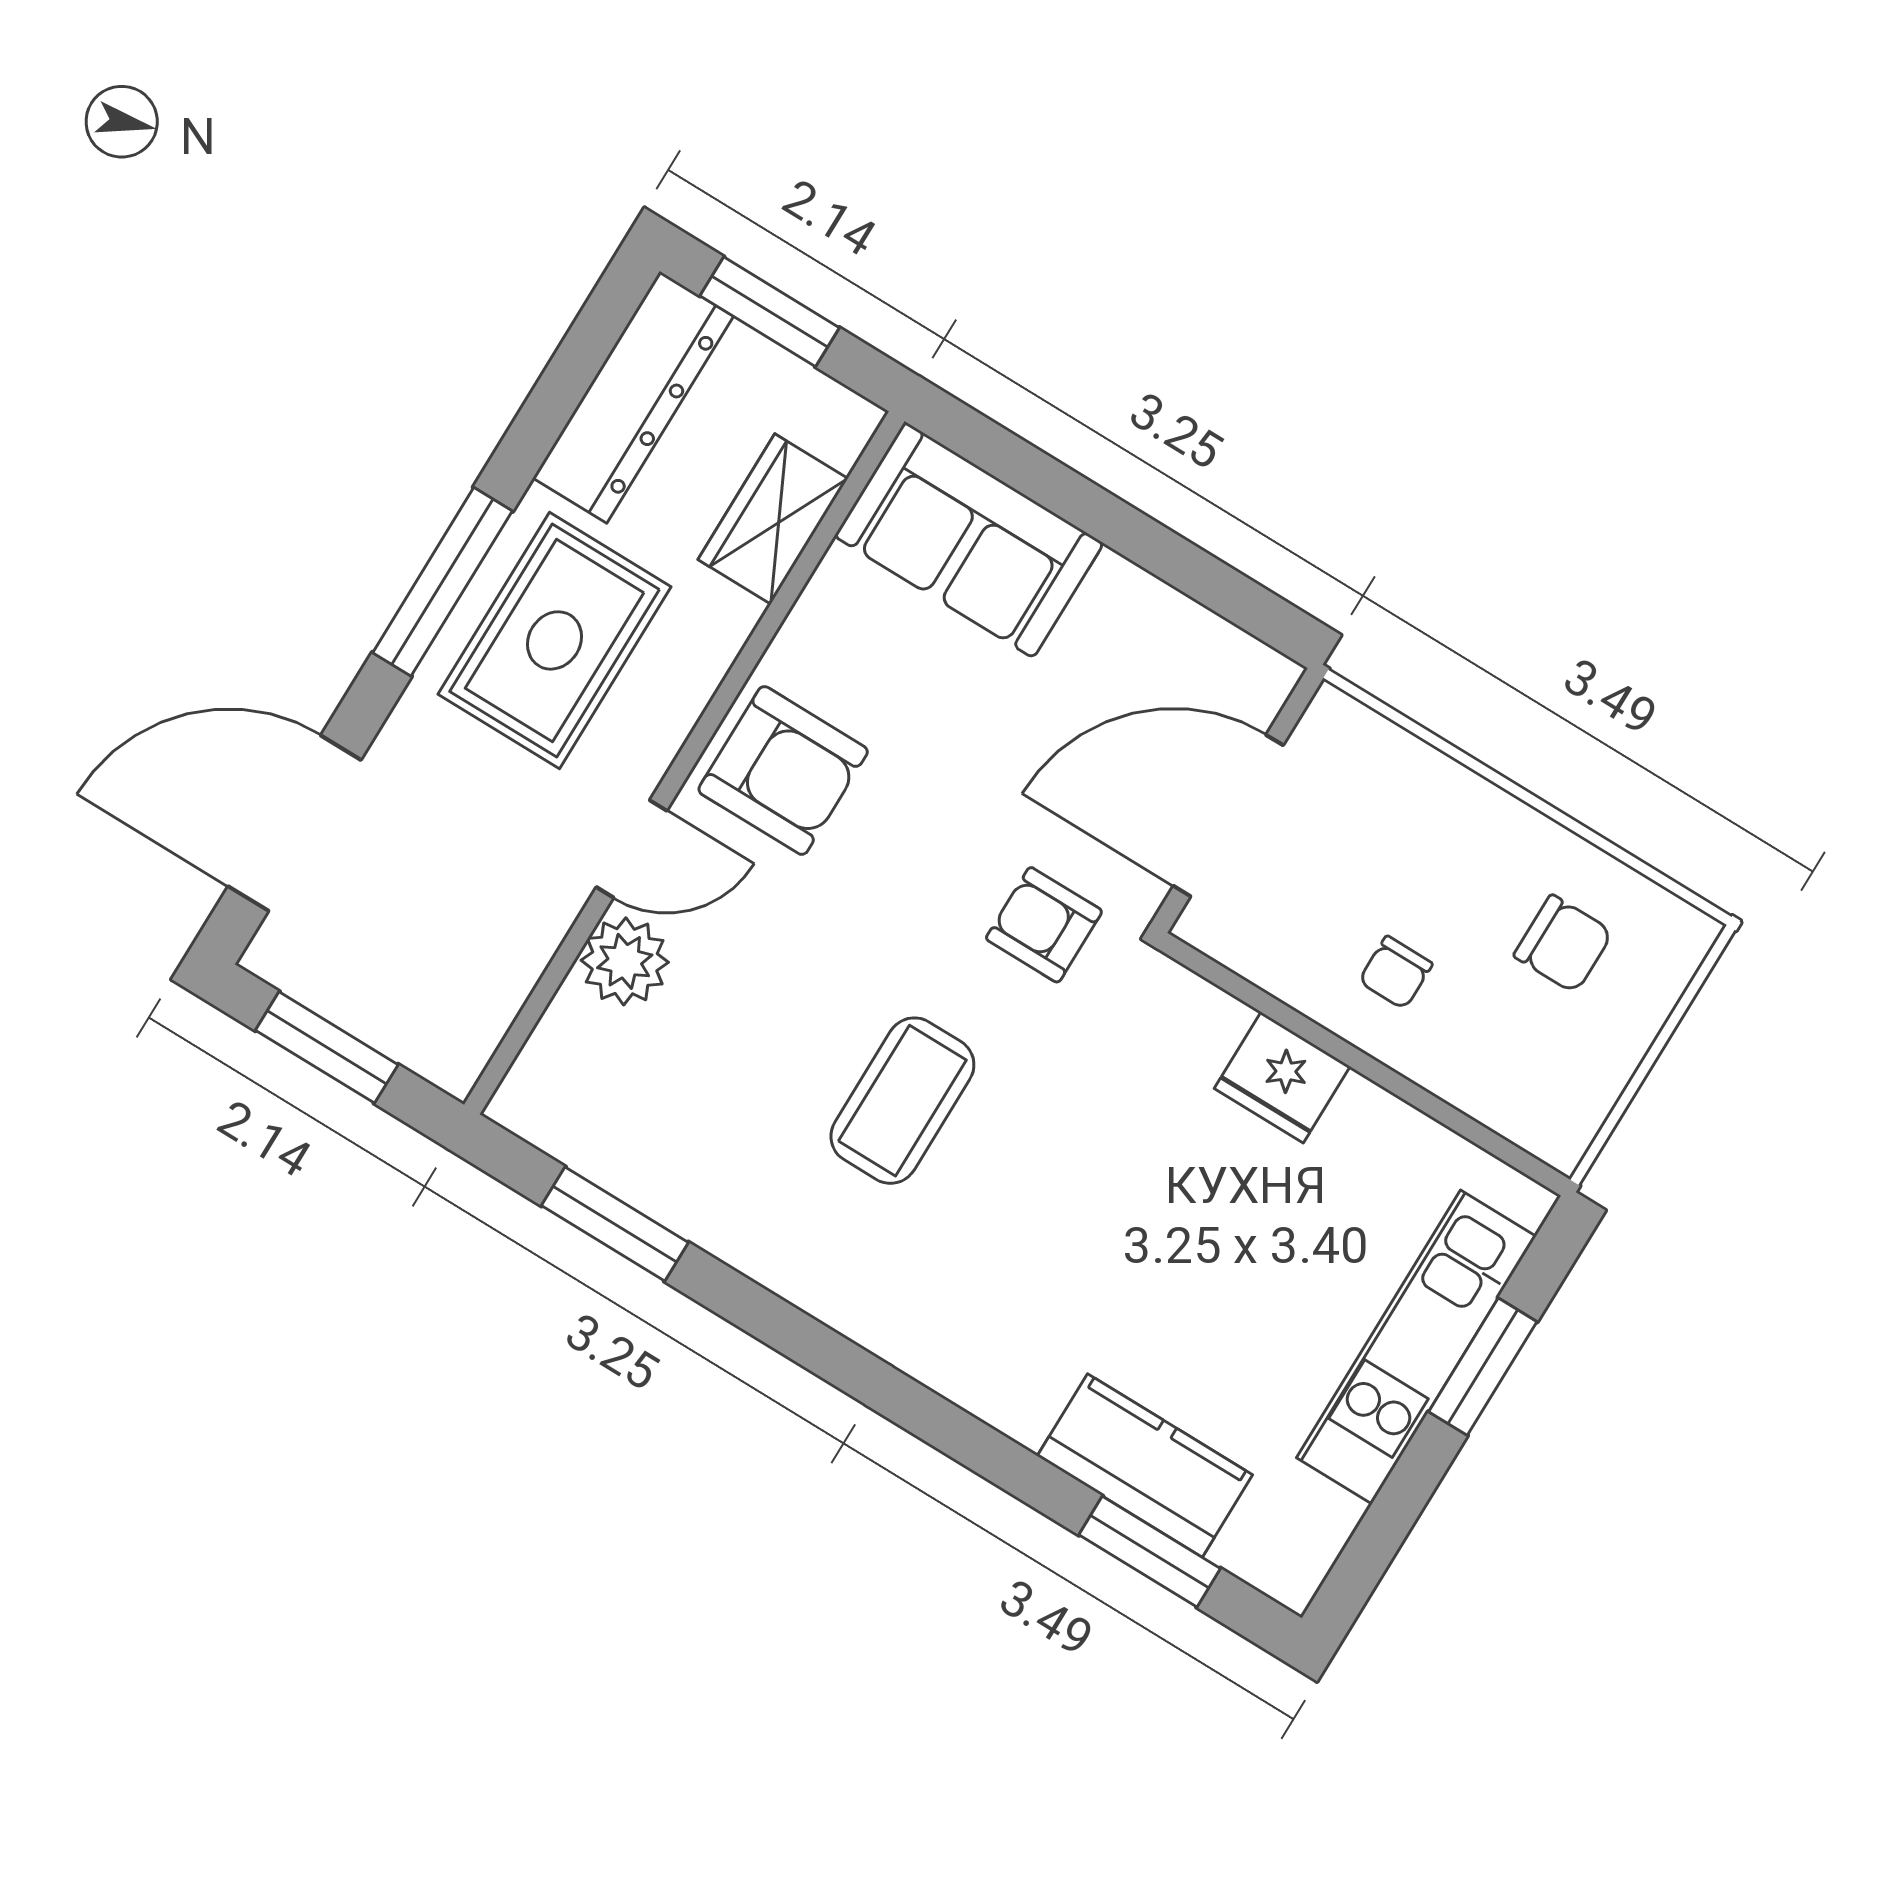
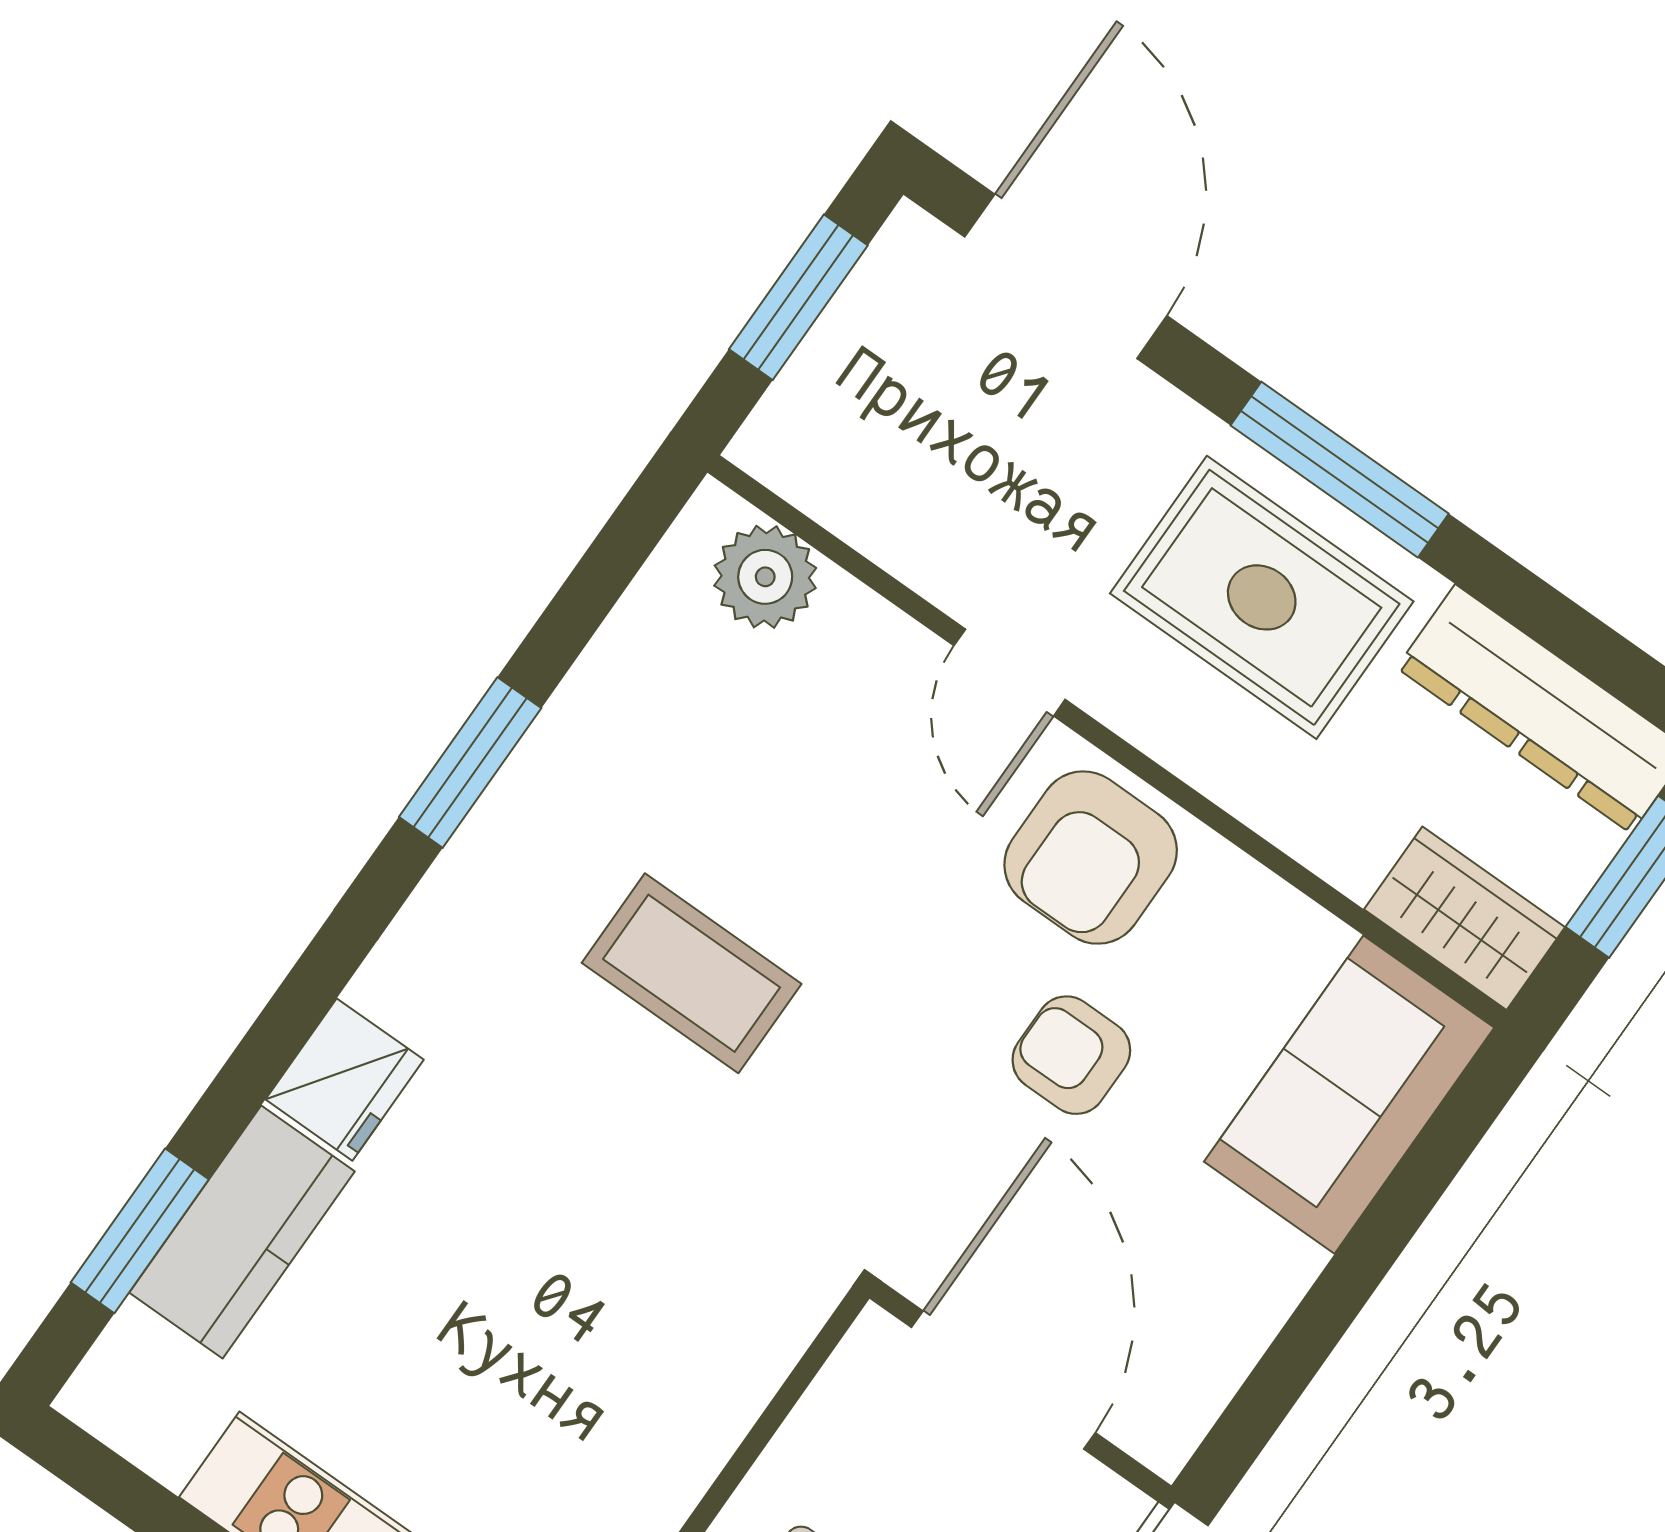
wardrobe: (773, 519) -> (1464, 918), moved
armchair: (1044, 925) -> (1071, 1055), moved, turned -90
plant: (625, 961) -> (765, 577), moved
fridge: (1282, 1078) -> (345, 1080), moved, turned 180
window: (615, 1224) -> (470, 763), moved

